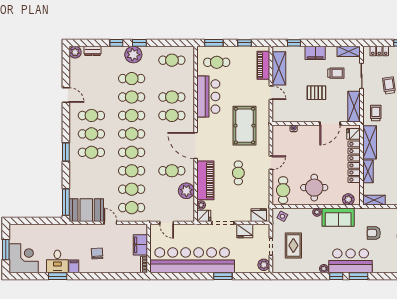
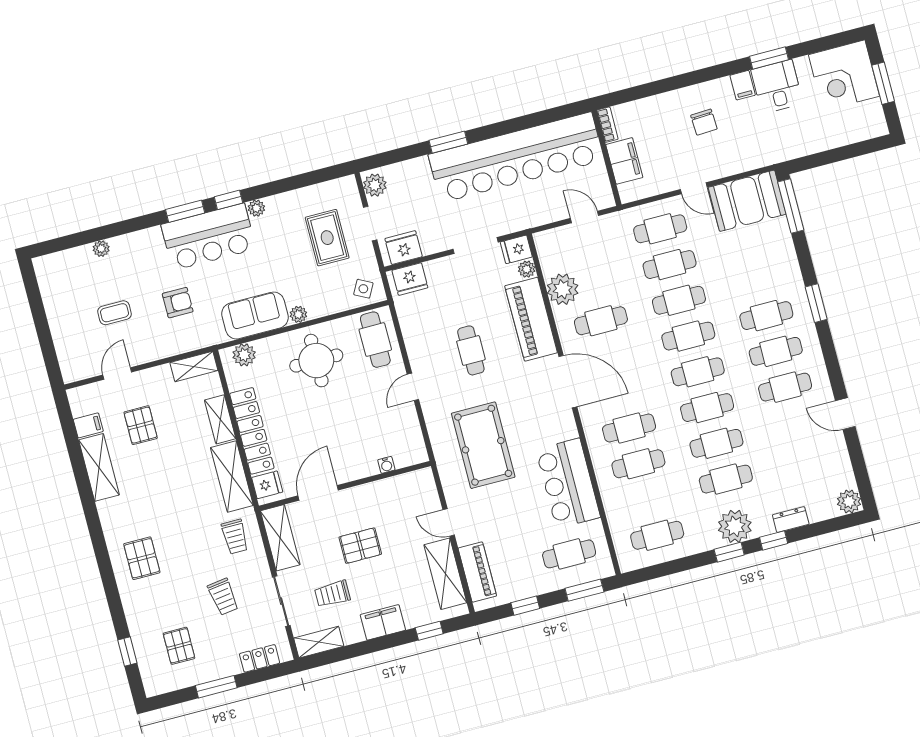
dresser: (92, 51) -> (791, 520), moved
fridge: (245, 231) -> (404, 248), moved

